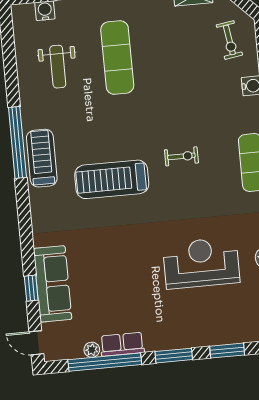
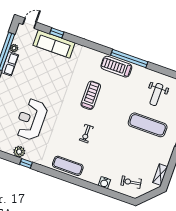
weight bench: (58, 67) -> (156, 95), turned -90
treadmill: (42, 158) -> (116, 67), turned 180
treadmill: (112, 179) -> (91, 95), width x0.73, depth x0.73
reception desk: (201, 263) -> (31, 119), turned 180

